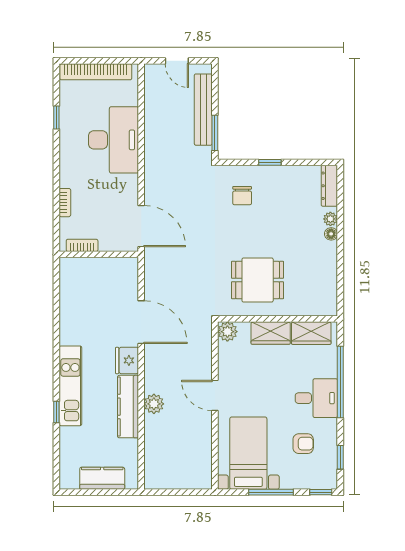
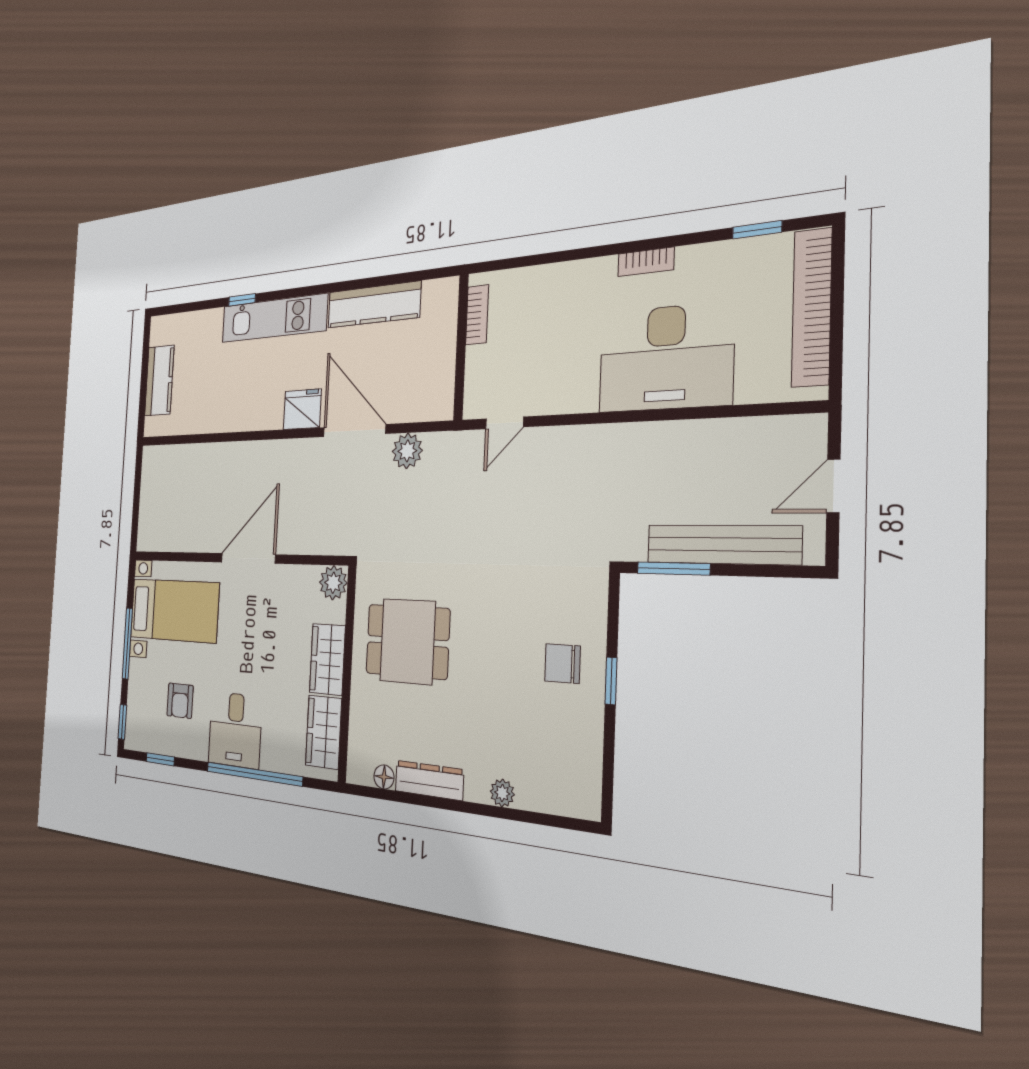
window: (56, 117) -> (757, 230), moved
dresser: (329, 186) -> (429, 780), moved
chair: (242, 196) -> (562, 664), moved
bookcase: (65, 203) -> (646, 262), moved
door: (141, 226) -> (504, 423), width x0.53
floor lamp: (331, 234) -> (384, 777), moved
dining table: (258, 280) -> (407, 641), turned 90
door: (141, 322) -> (354, 431), swing flipped
door: (215, 395) -> (248, 558), width x1.36
plant: (154, 404) -> (407, 451), moved
kitchen counter: (128, 407) -> (374, 305), moved, turned 180

